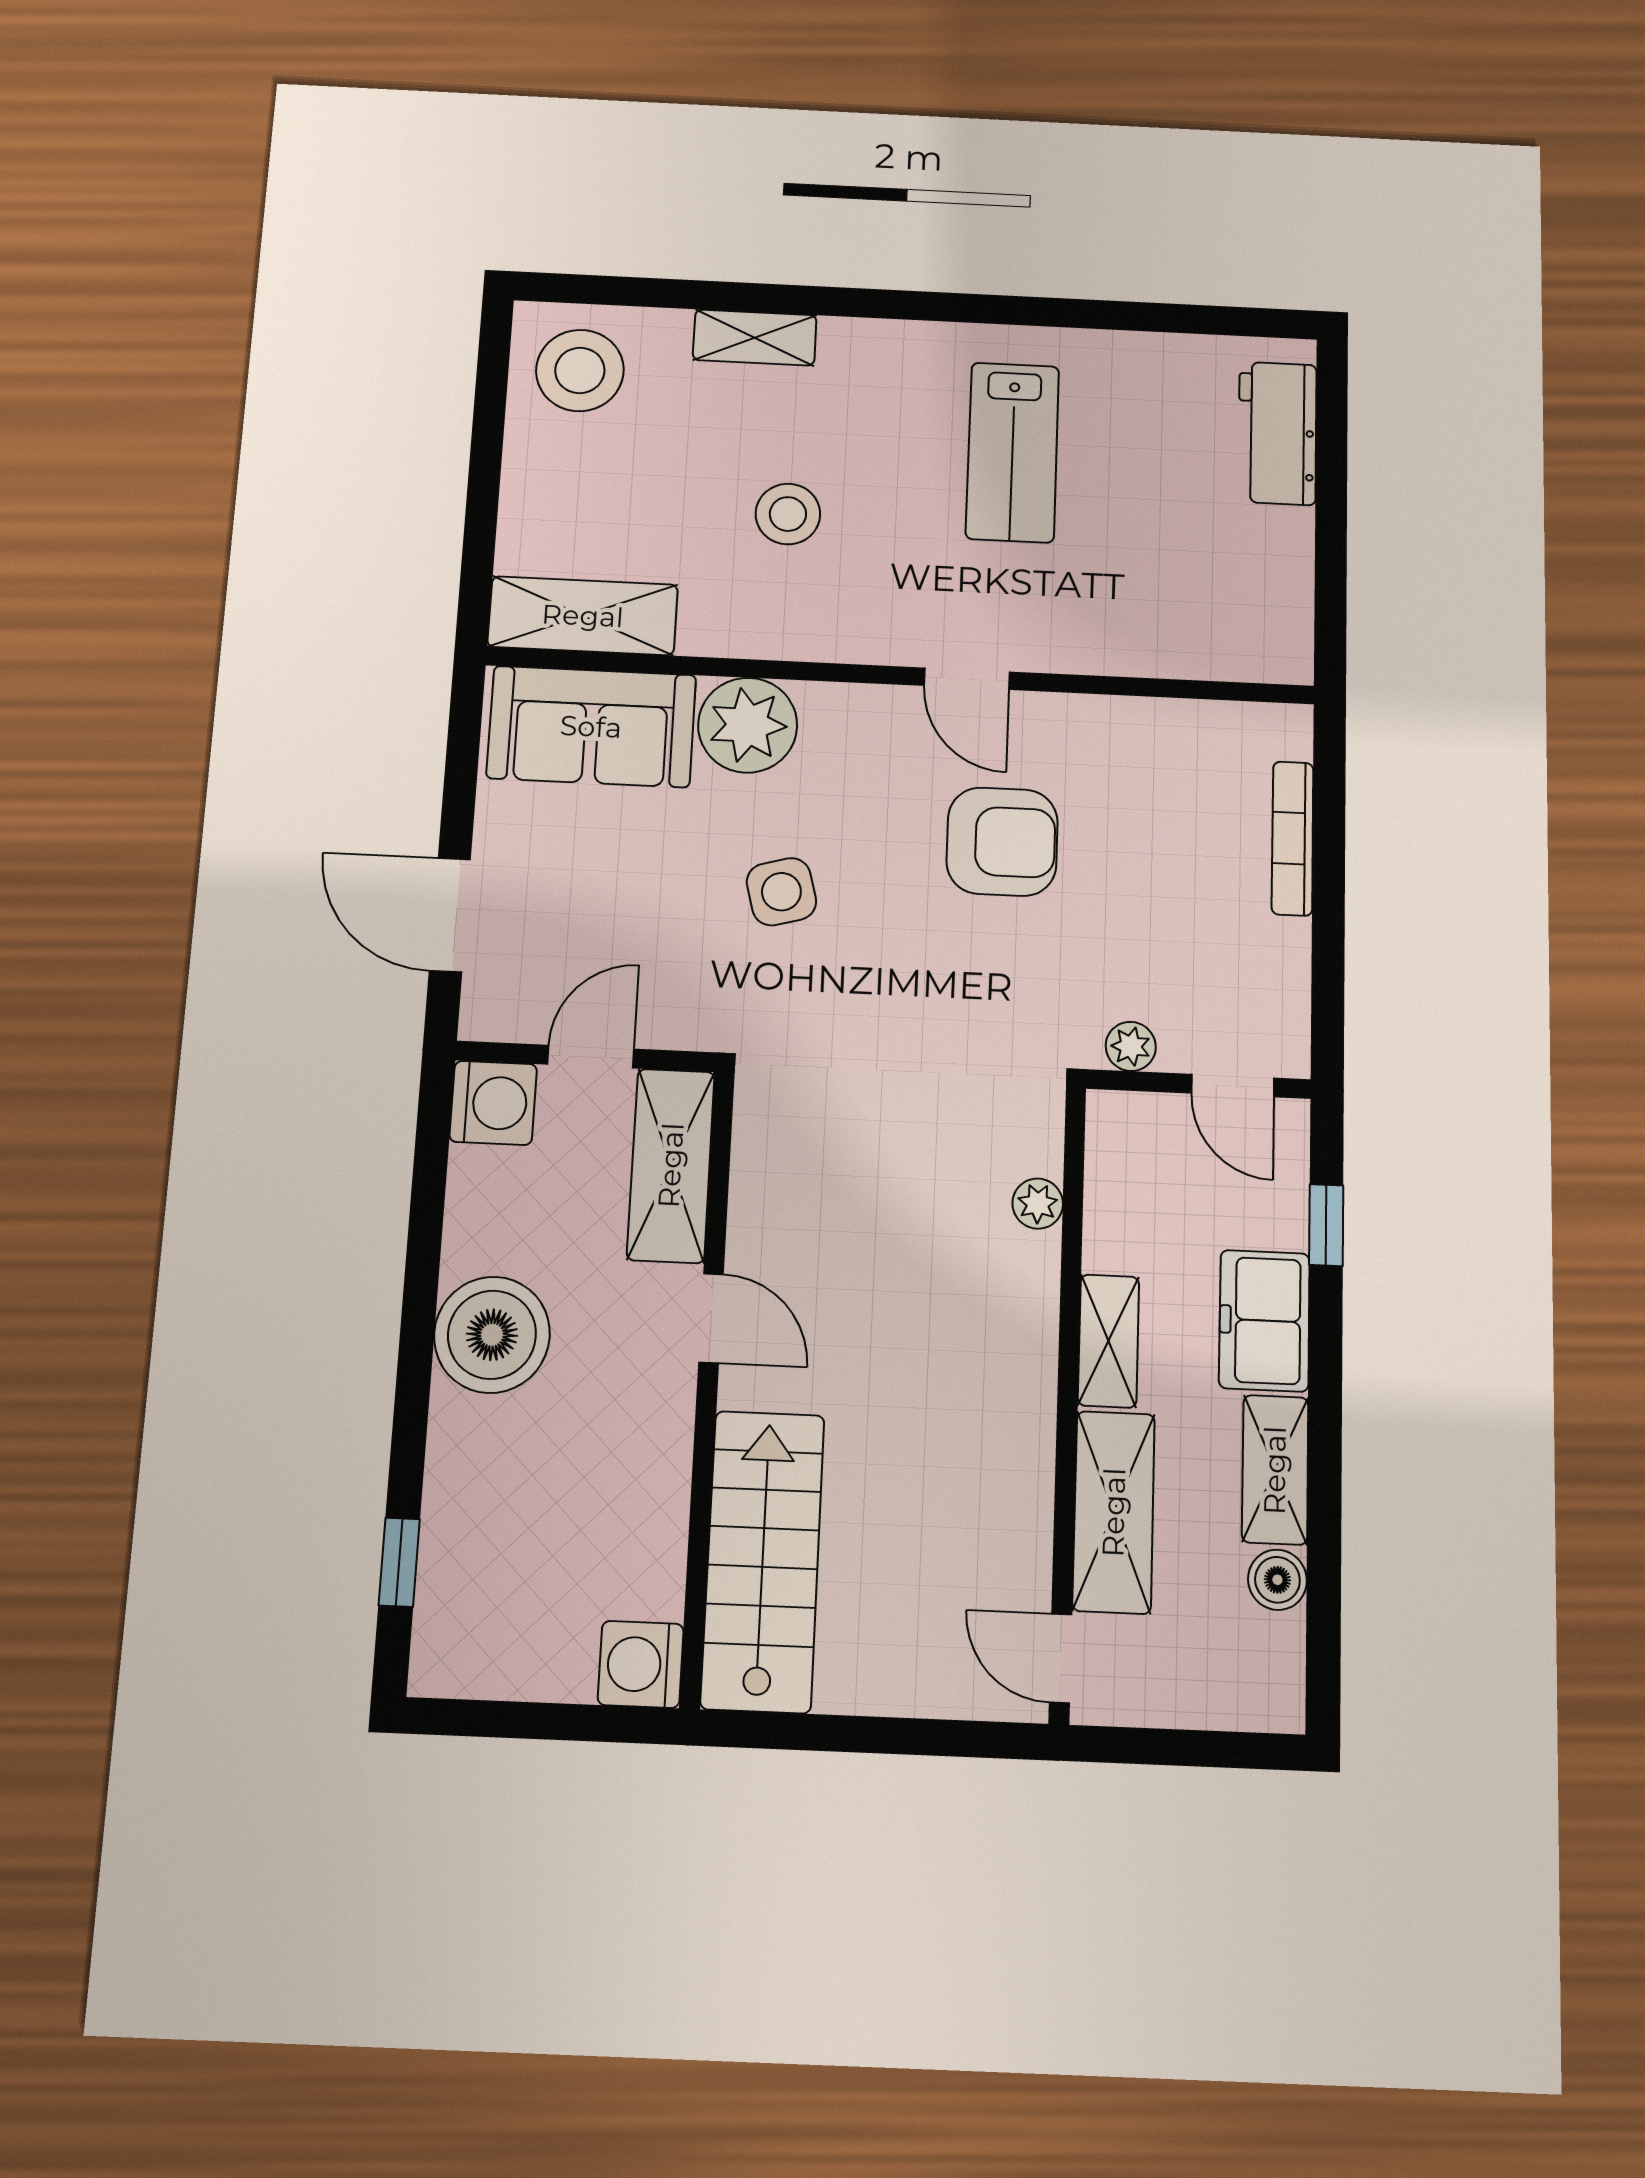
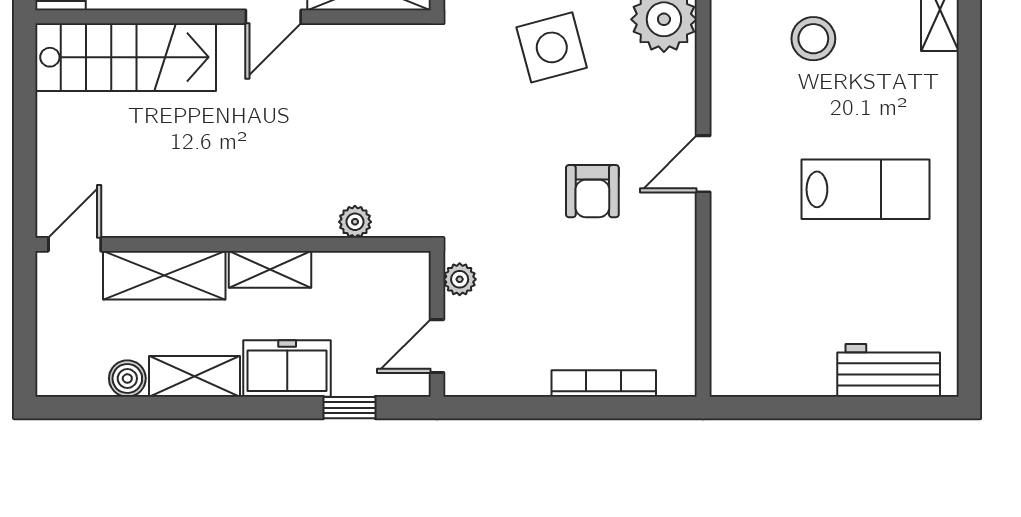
lab bench: (1012, 452) -> (866, 189), turned 180
armchair: (1002, 842) -> (592, 191), width x0.72, depth x0.72
side table: (781, 892) -> (552, 47), width x1.37, depth x1.37

